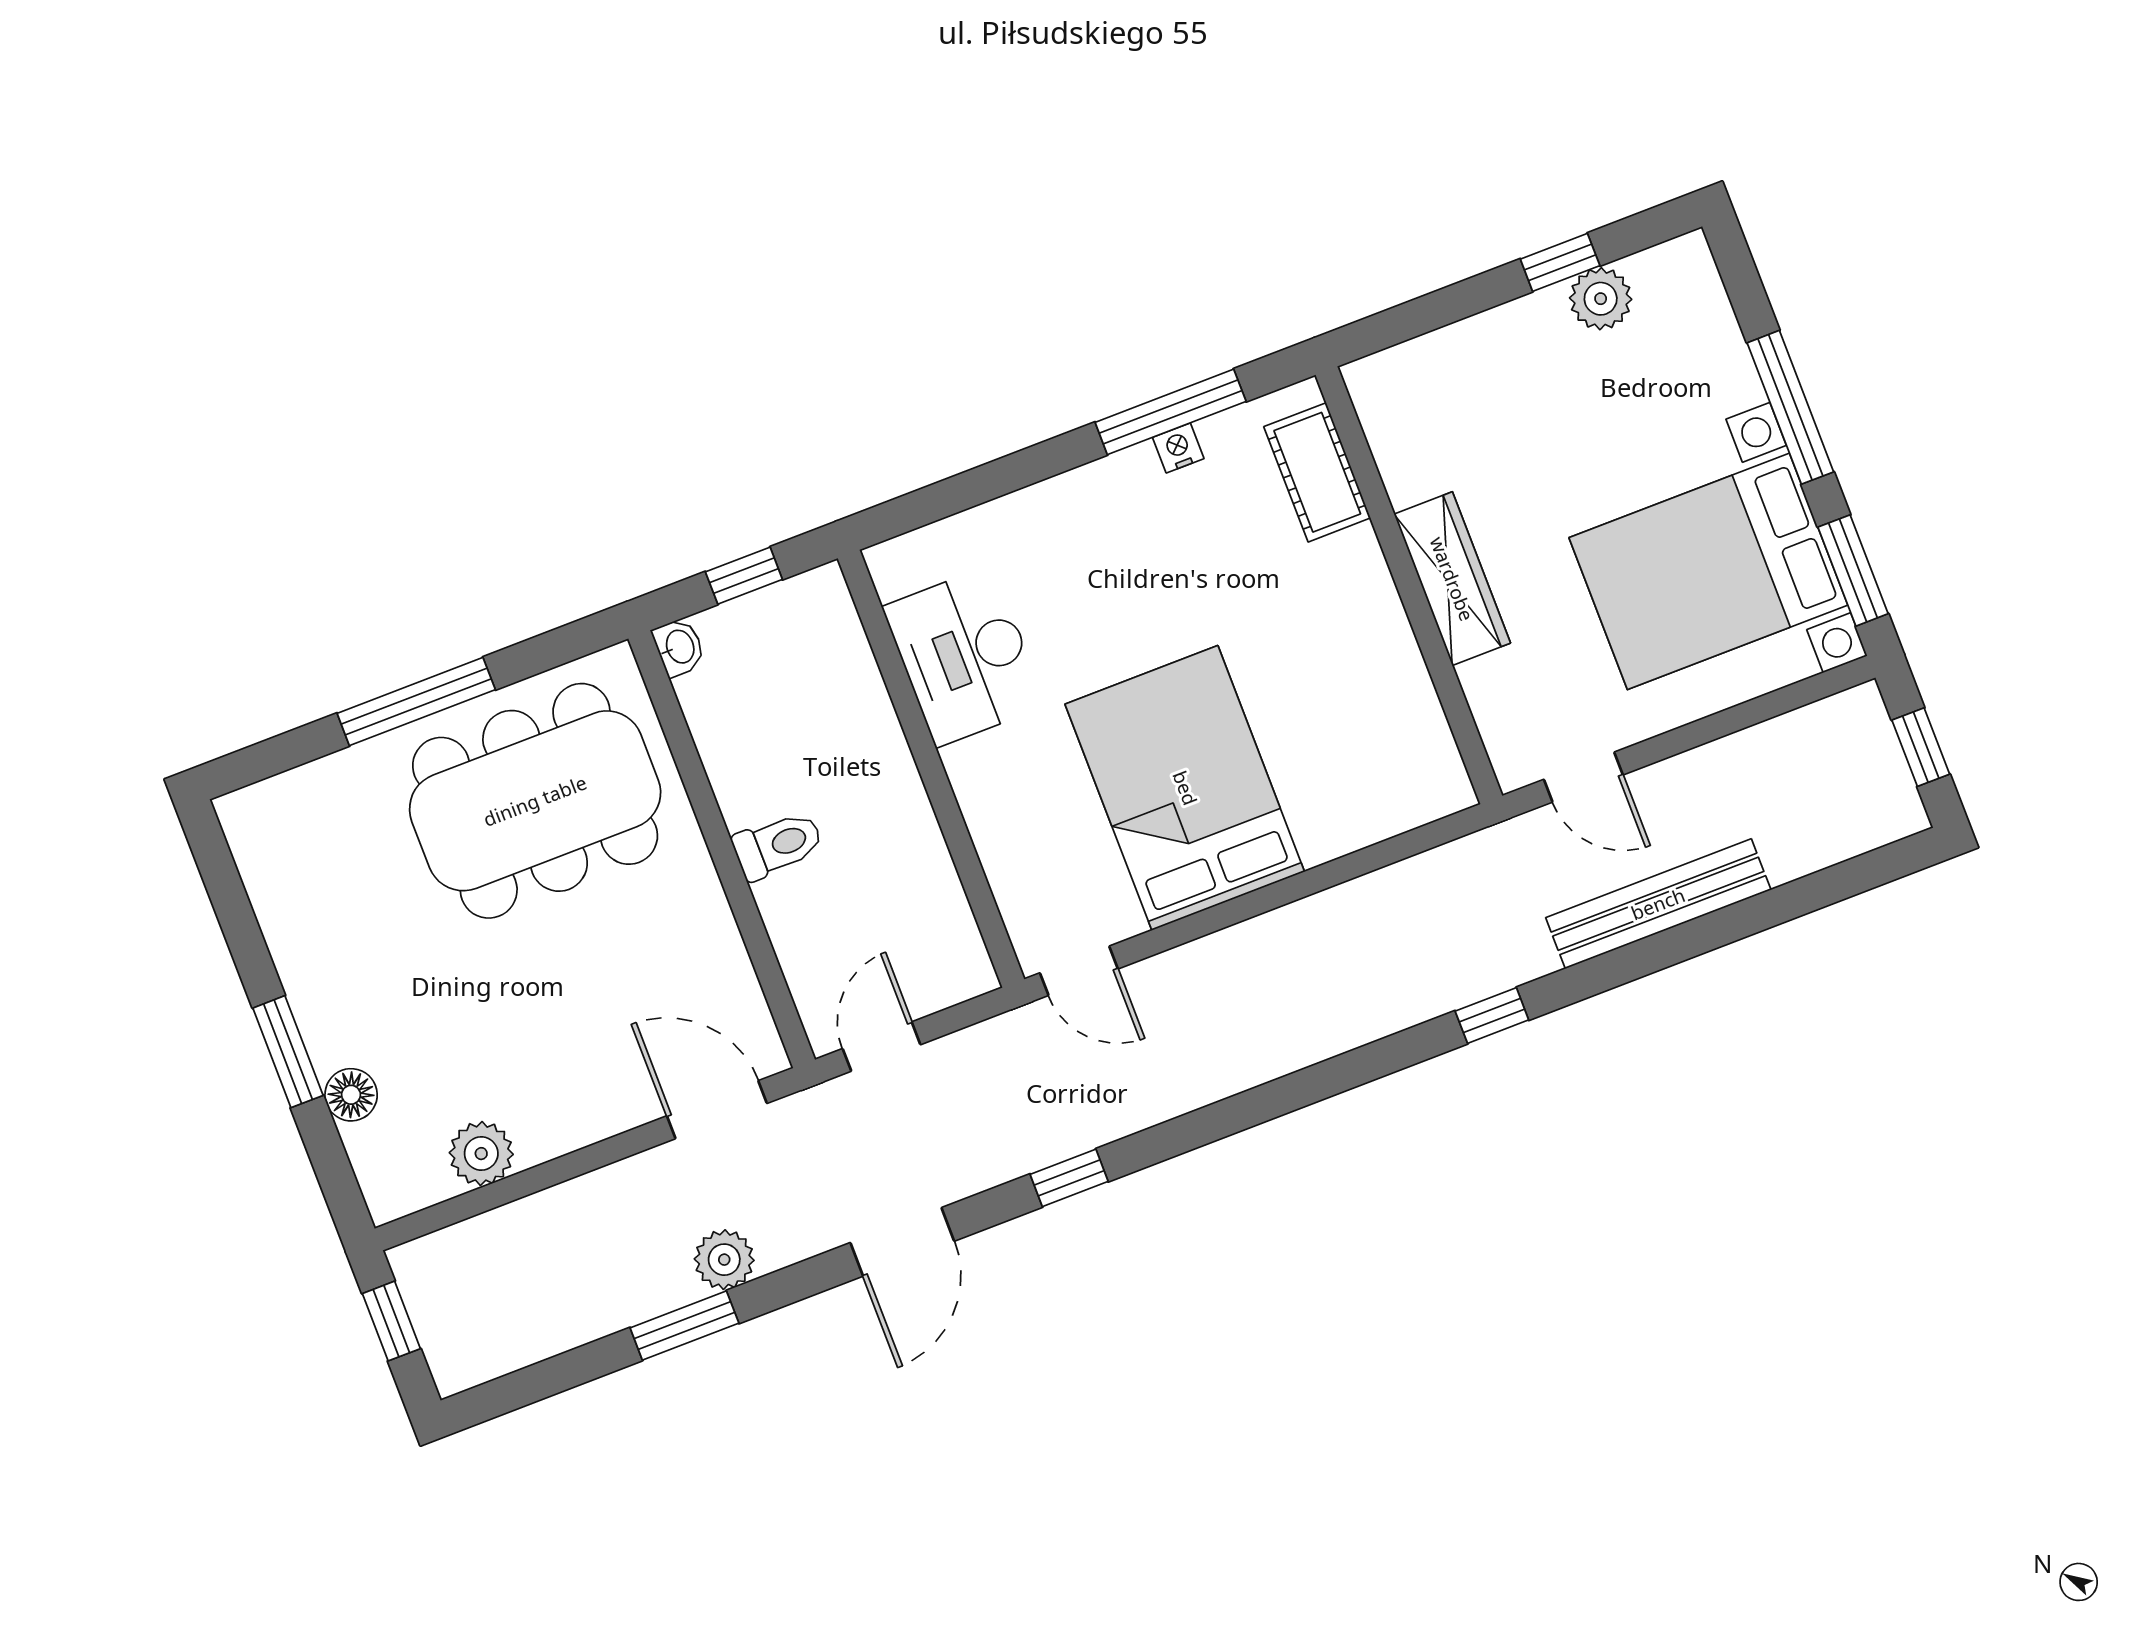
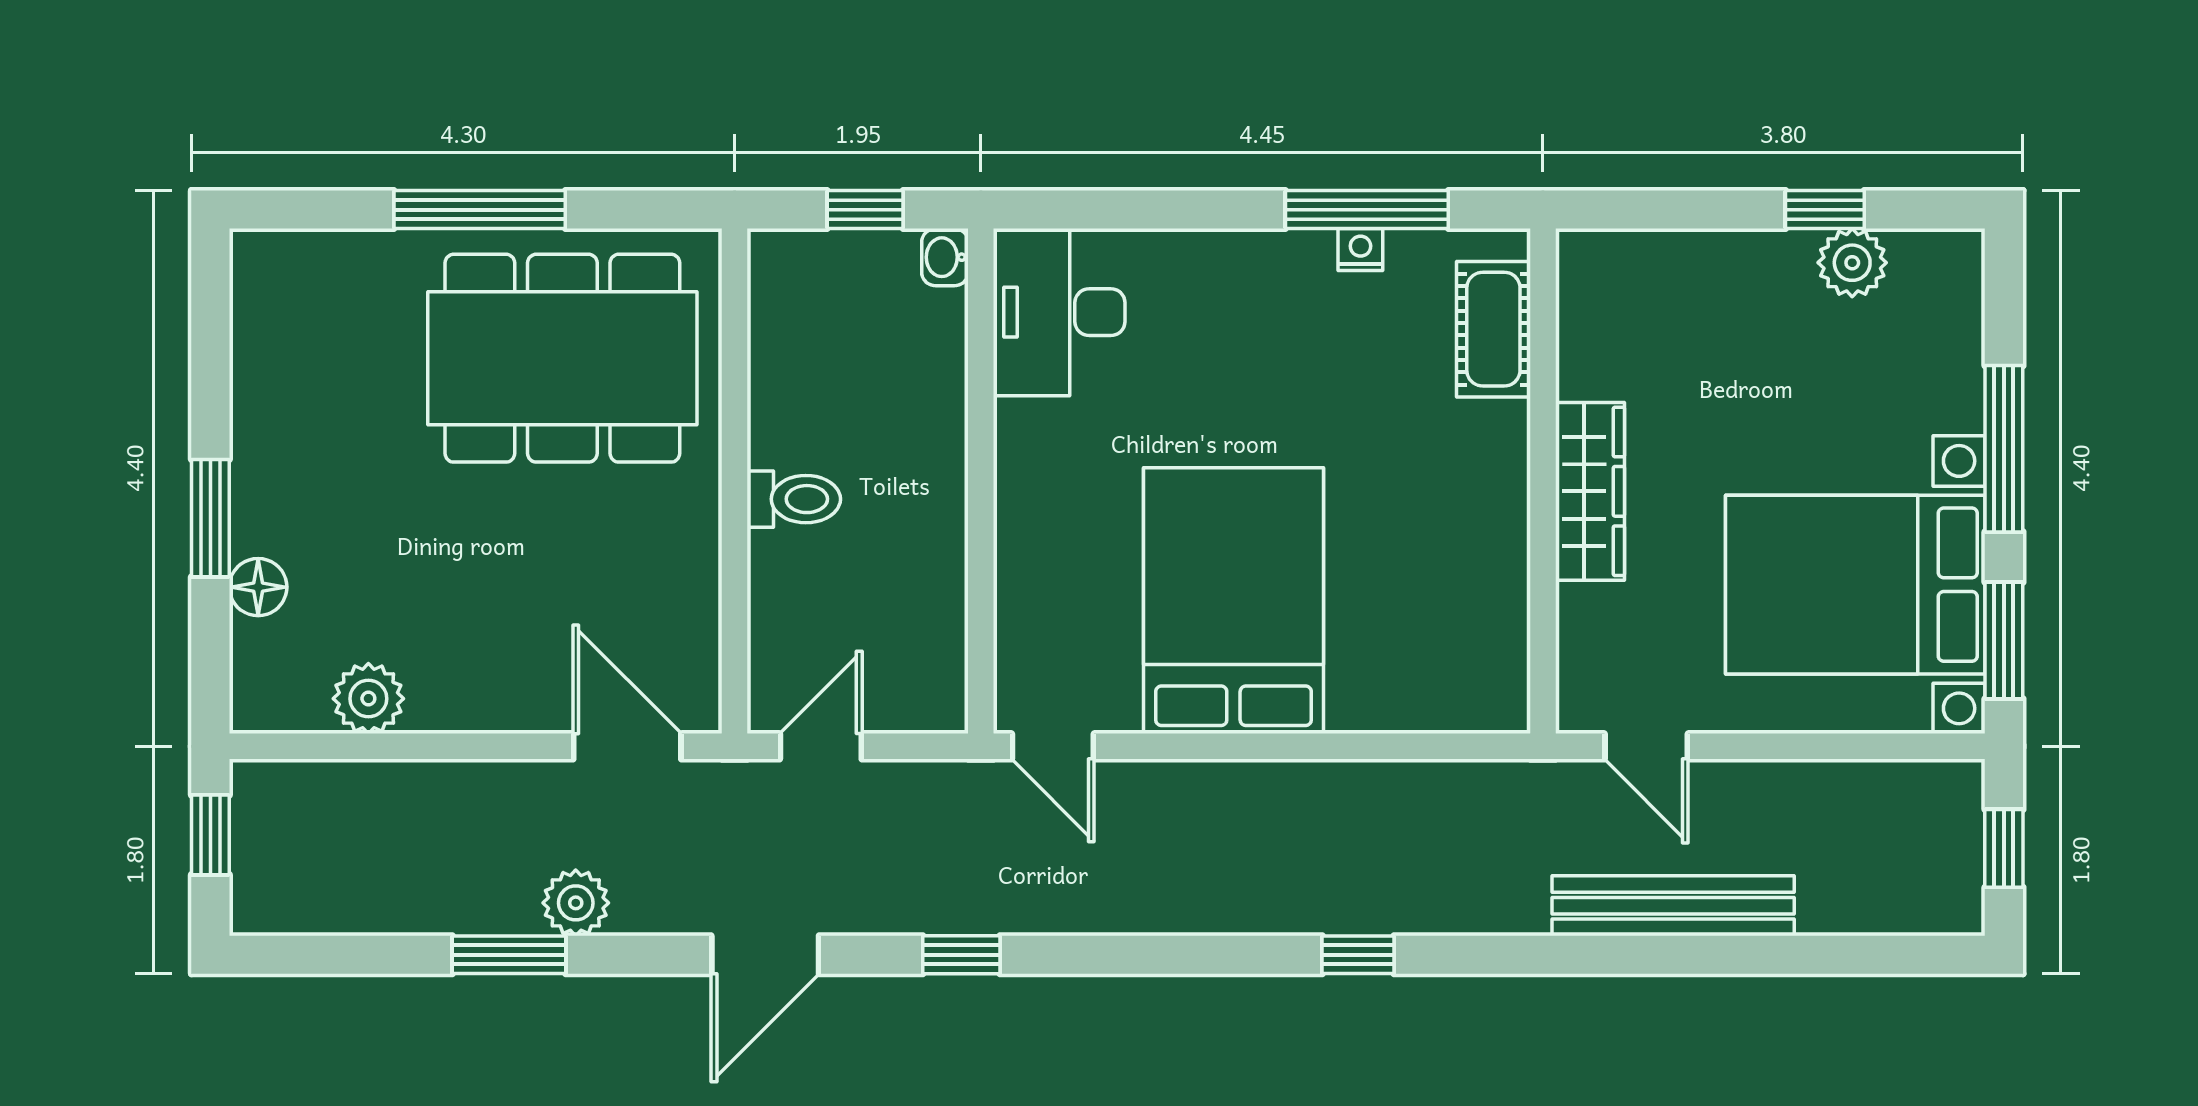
washbasin: (679, 647) -> (945, 257), moved, turned 180
desk: (964, 656) -> (1059, 312), moved
window: (1492, 1016) -> (1358, 955), moved

